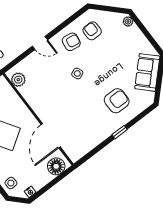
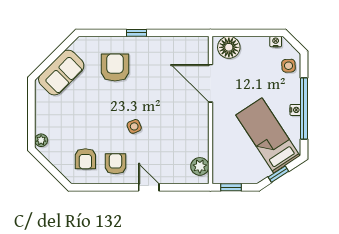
armchair: (71, 42) -> (115, 164), turned 81
armchair: (117, 101) -> (115, 67), turned 90
door: (51, 136) -> (210, 83), swing flipped

